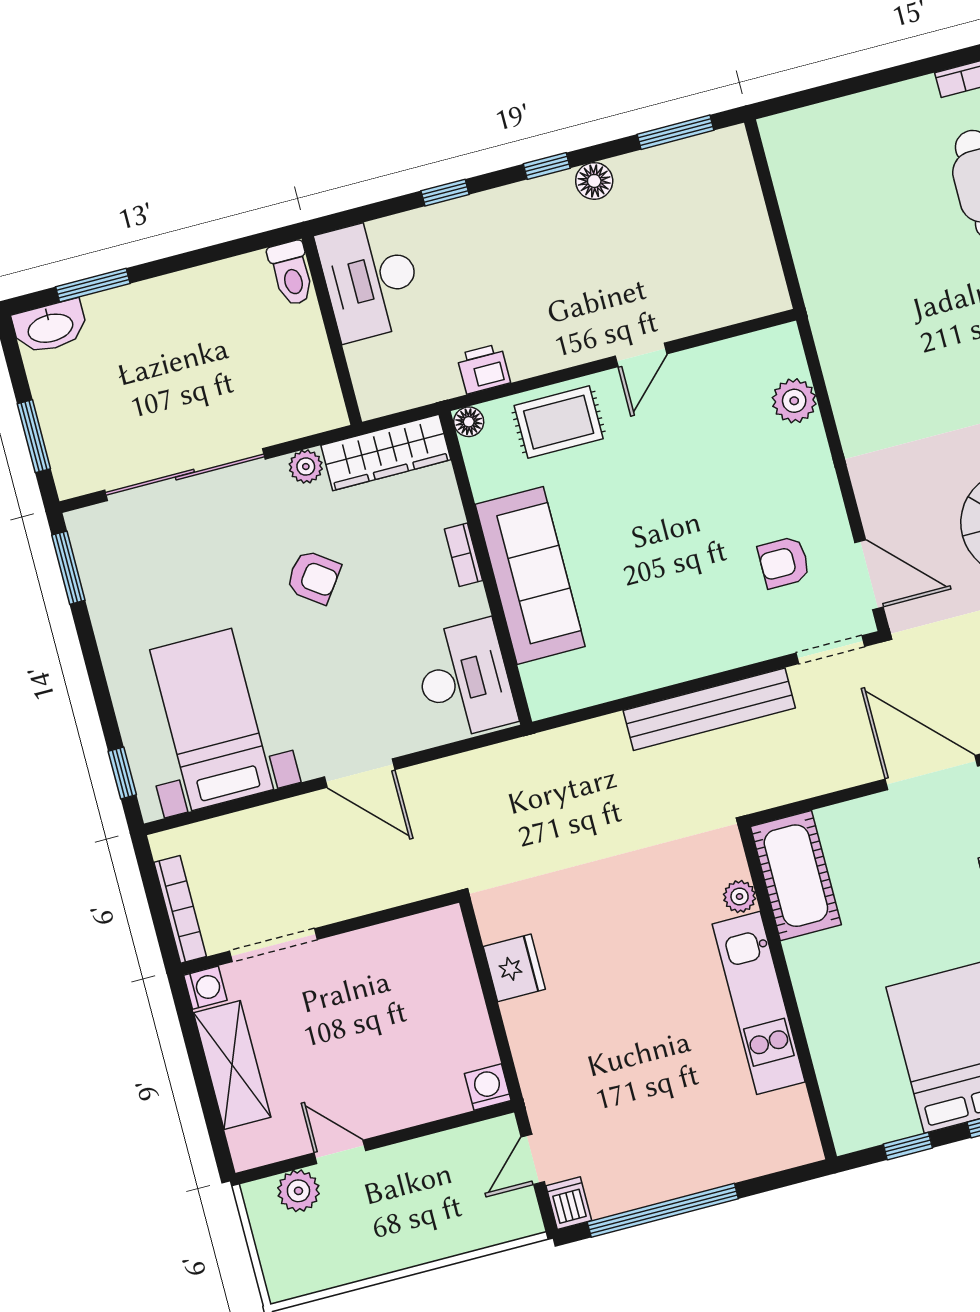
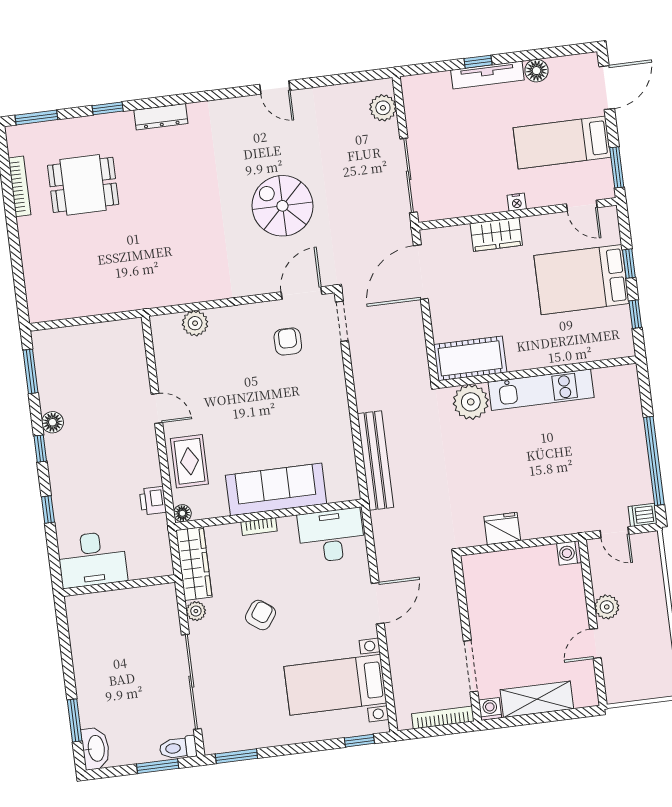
toilet: (291, 273) -> (178, 748), moved, turned 180
armchair: (784, 562) -> (288, 342), turned 180
bench: (709, 709) -> (375, 460), moved
plant: (740, 896) -> (471, 402), width x1.87, depth x1.87
plant: (298, 1191) -> (607, 607), moved

